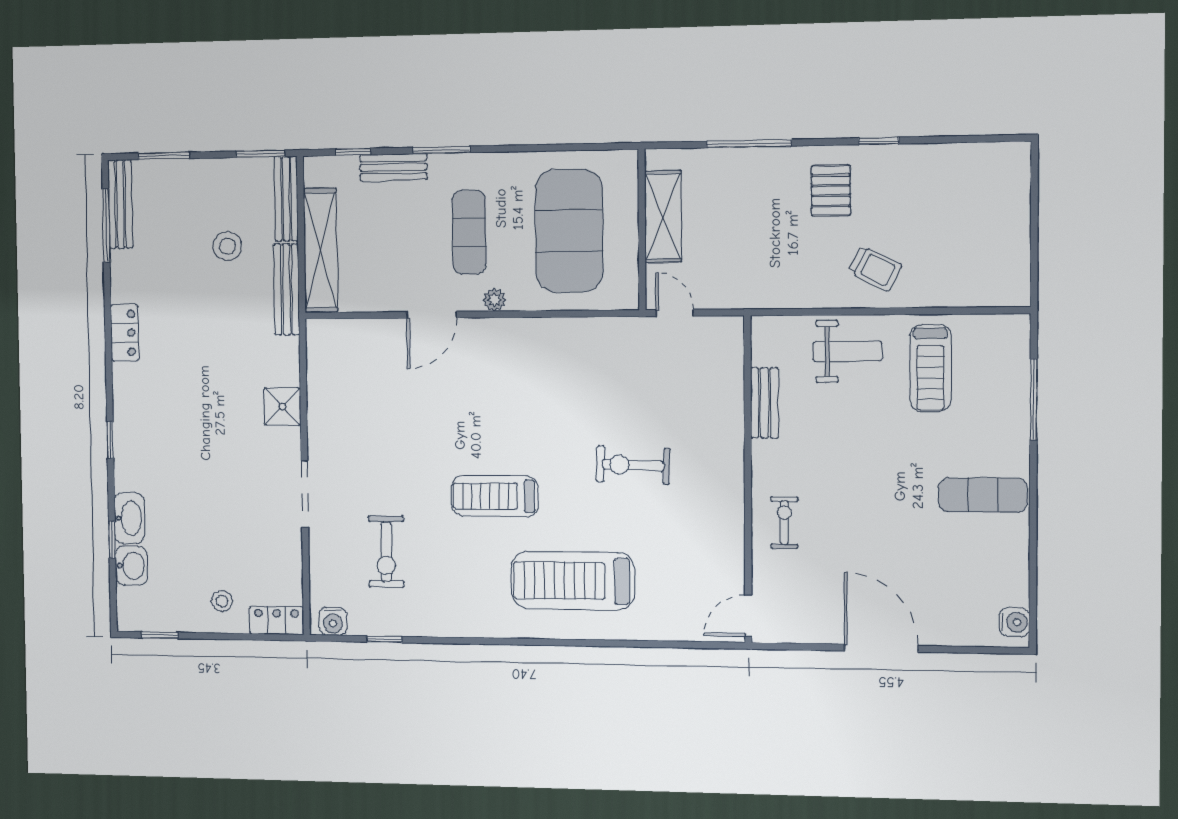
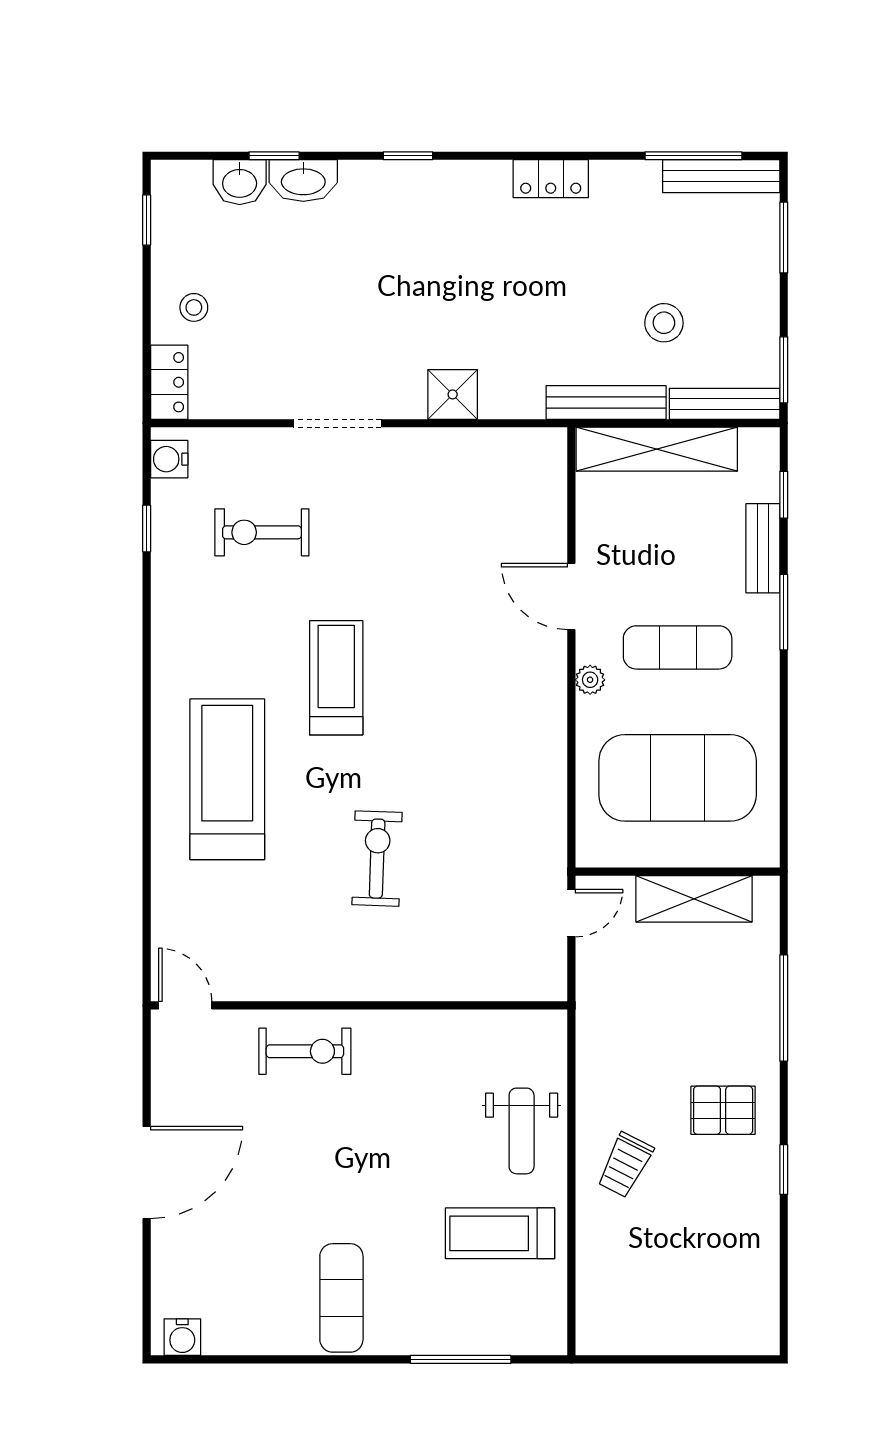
bench: (764, 403) -> (457, 1026), removed
exercise bike: (784, 522) -> (305, 1051), width x1.38, depth x1.39

